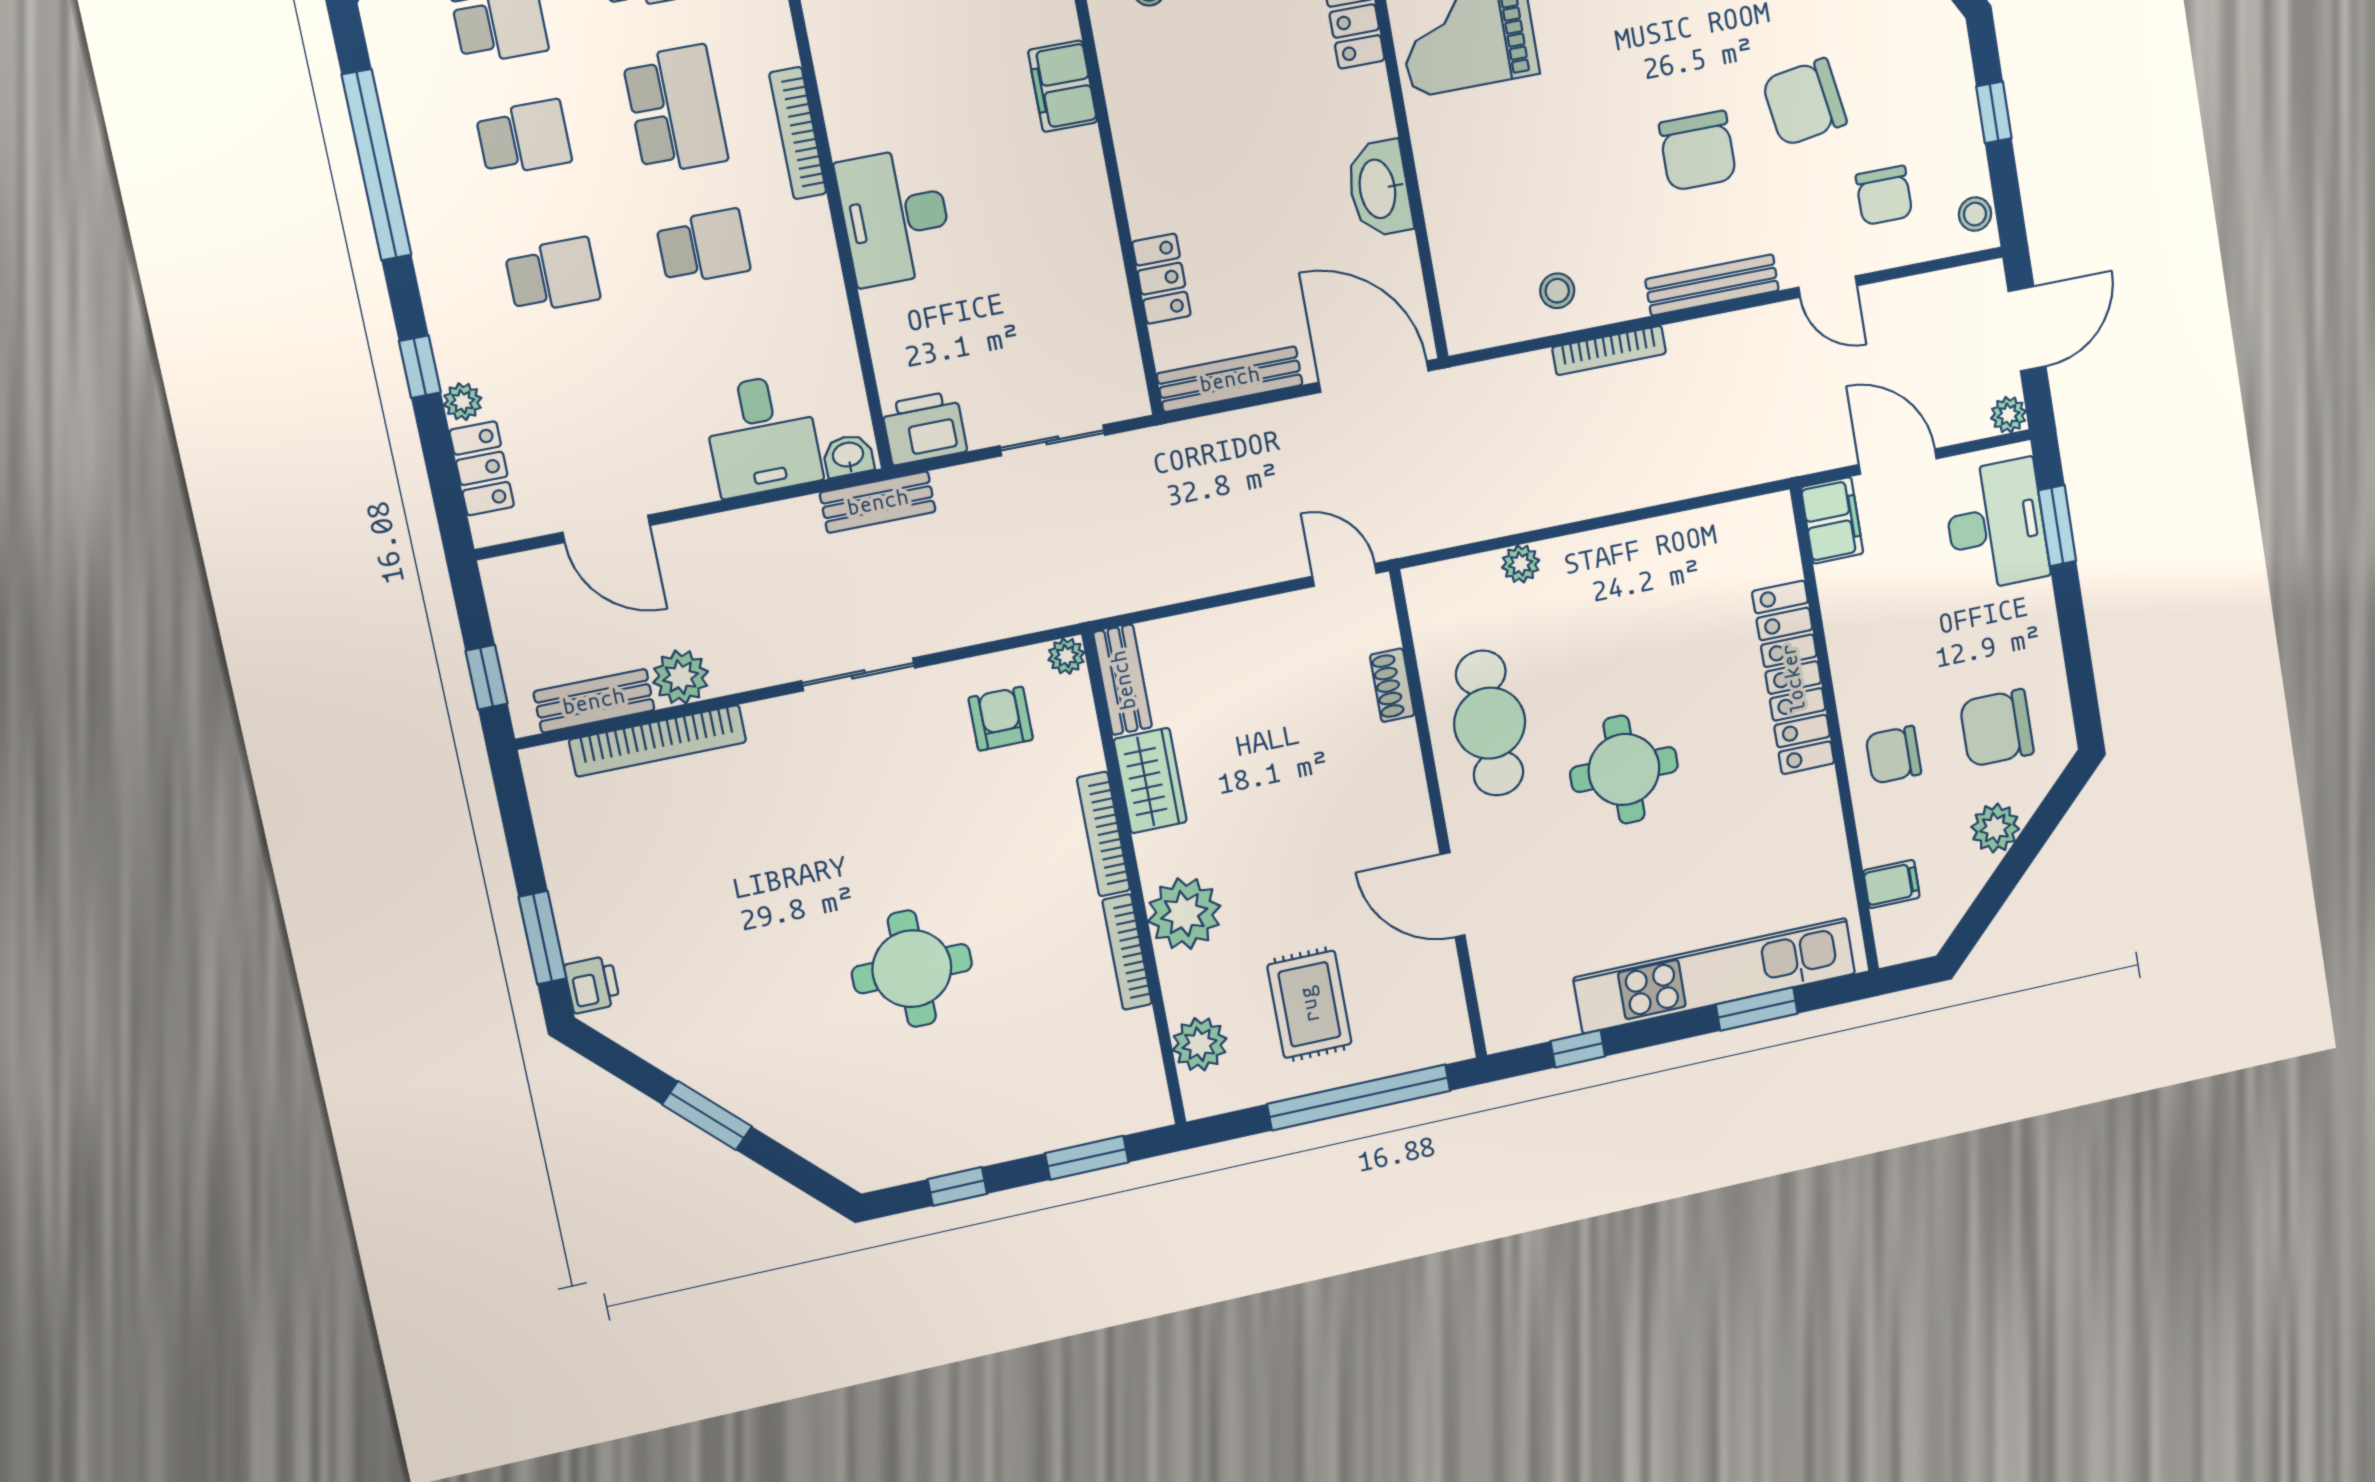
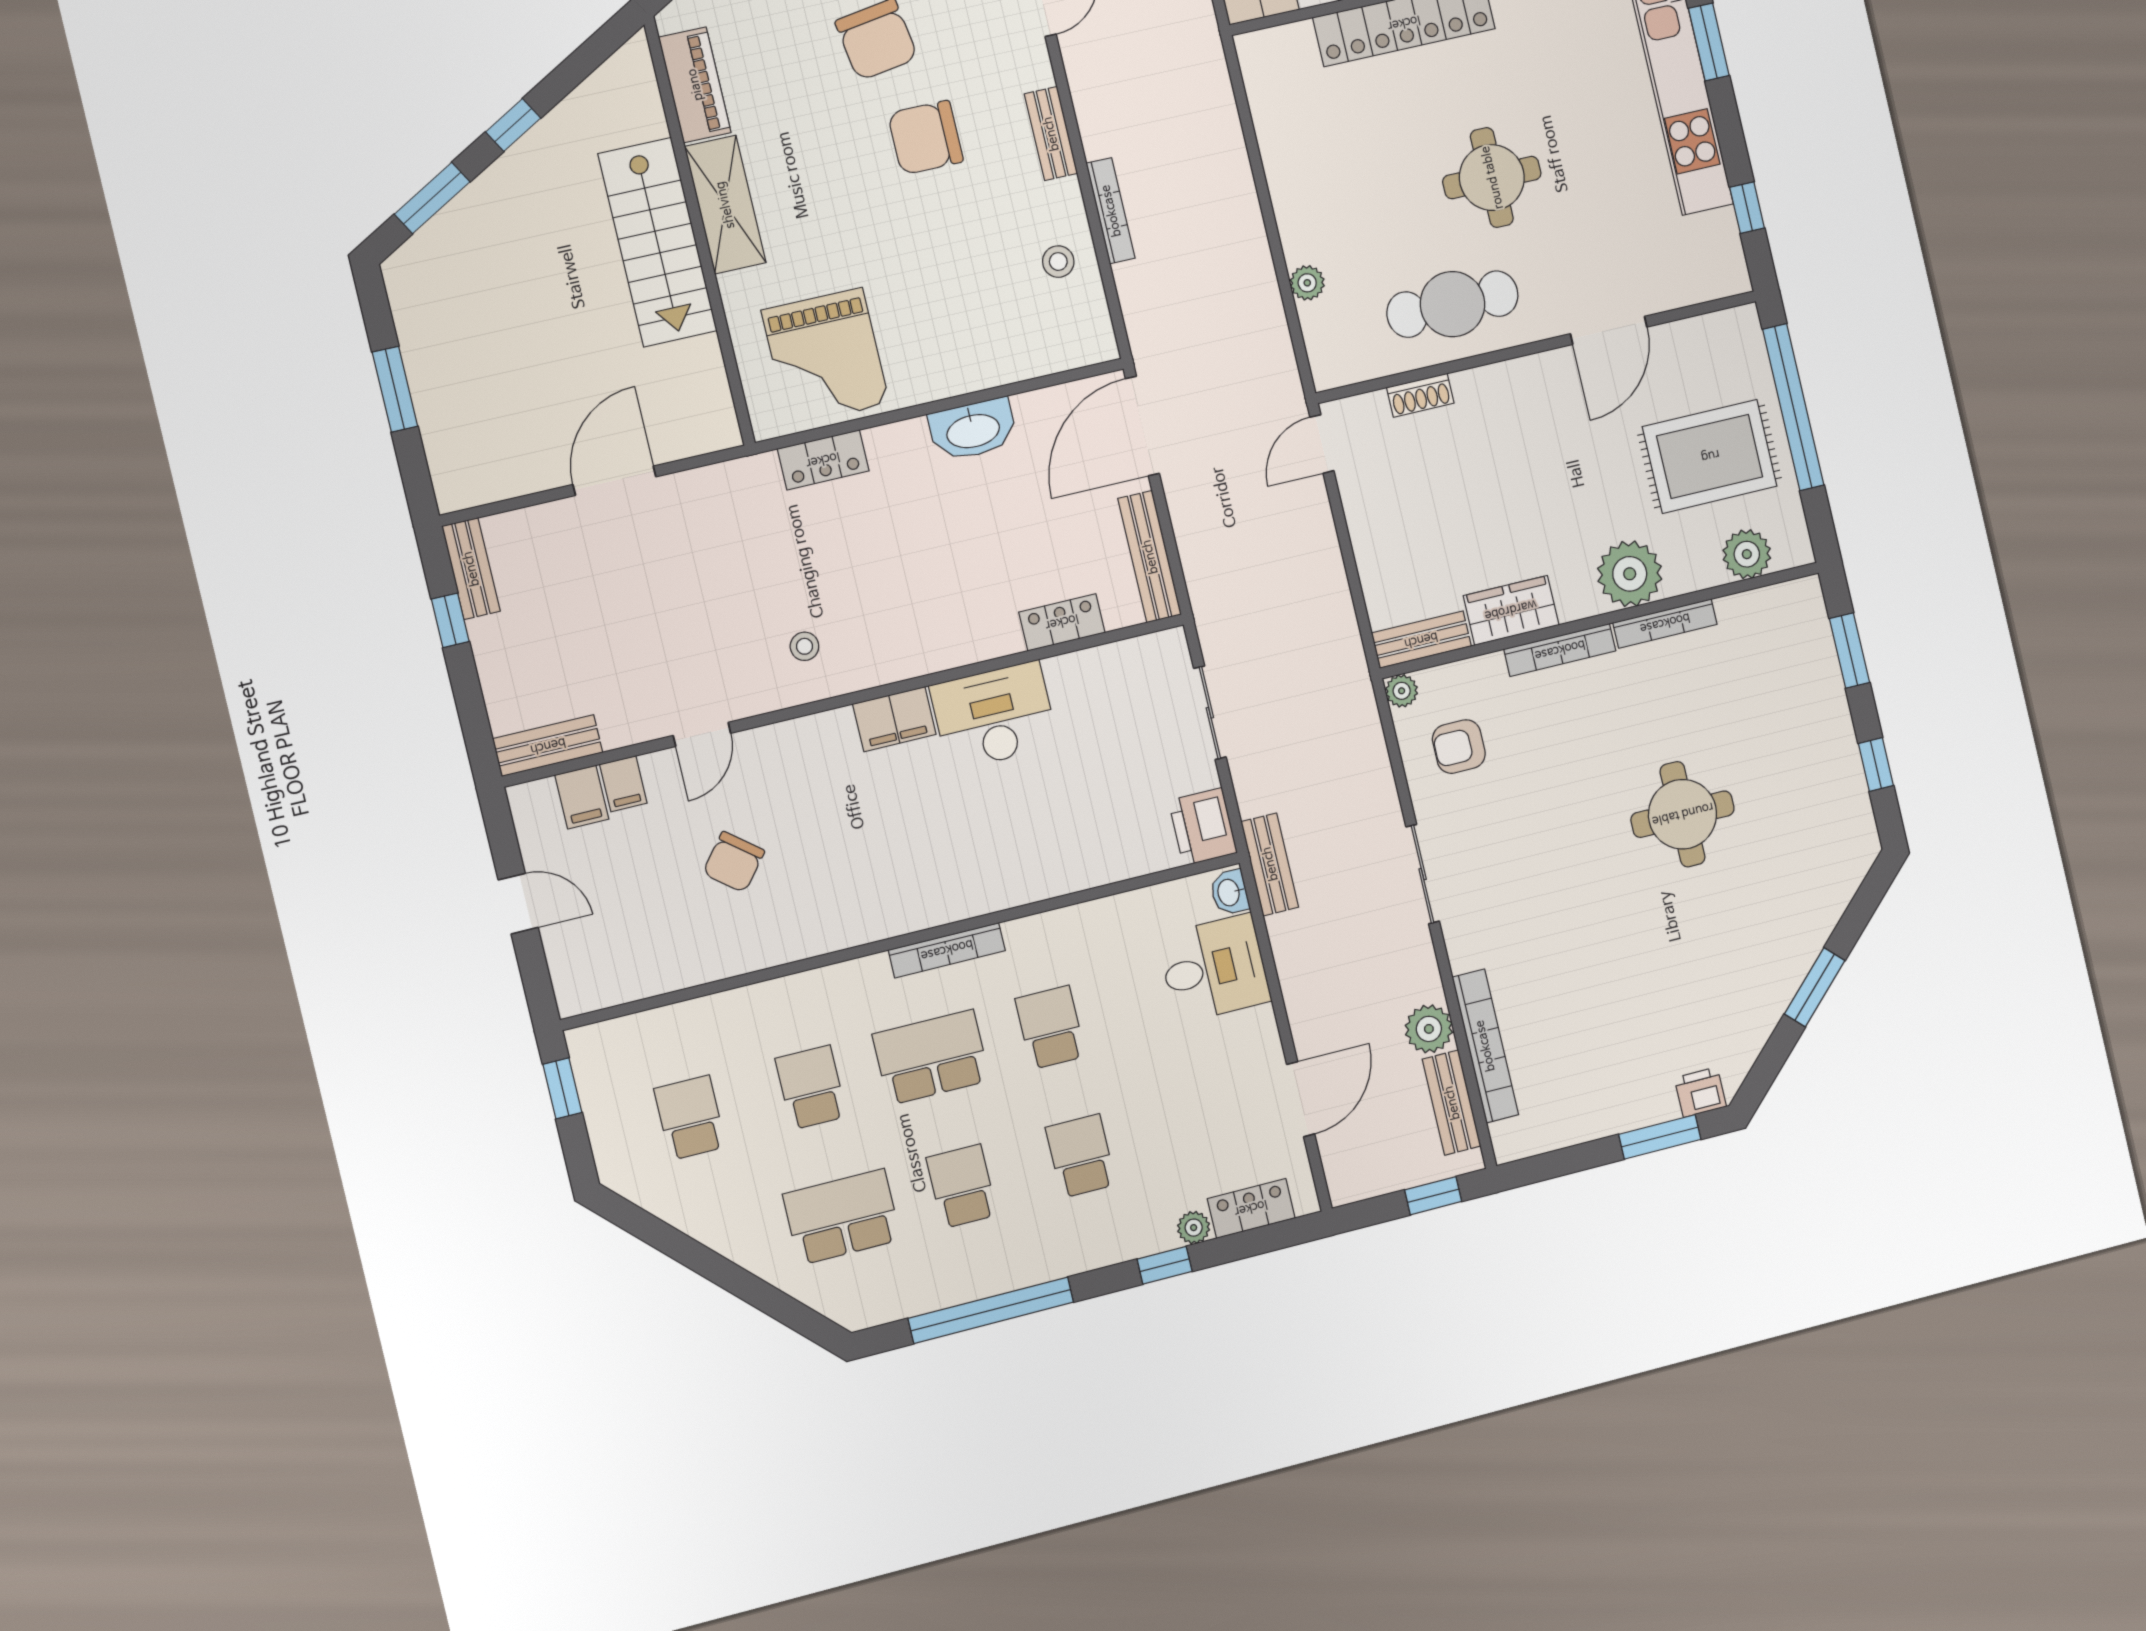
chair: (1698, 151) -> (926, 138), turned 180
desk: (895, 217) -> (994, 716), moved, turned 180
bench: (1712, 285) -> (1051, 134), width x0.73
rug: (1309, 1004) -> (1710, 456), width x1.36, depth x1.43

